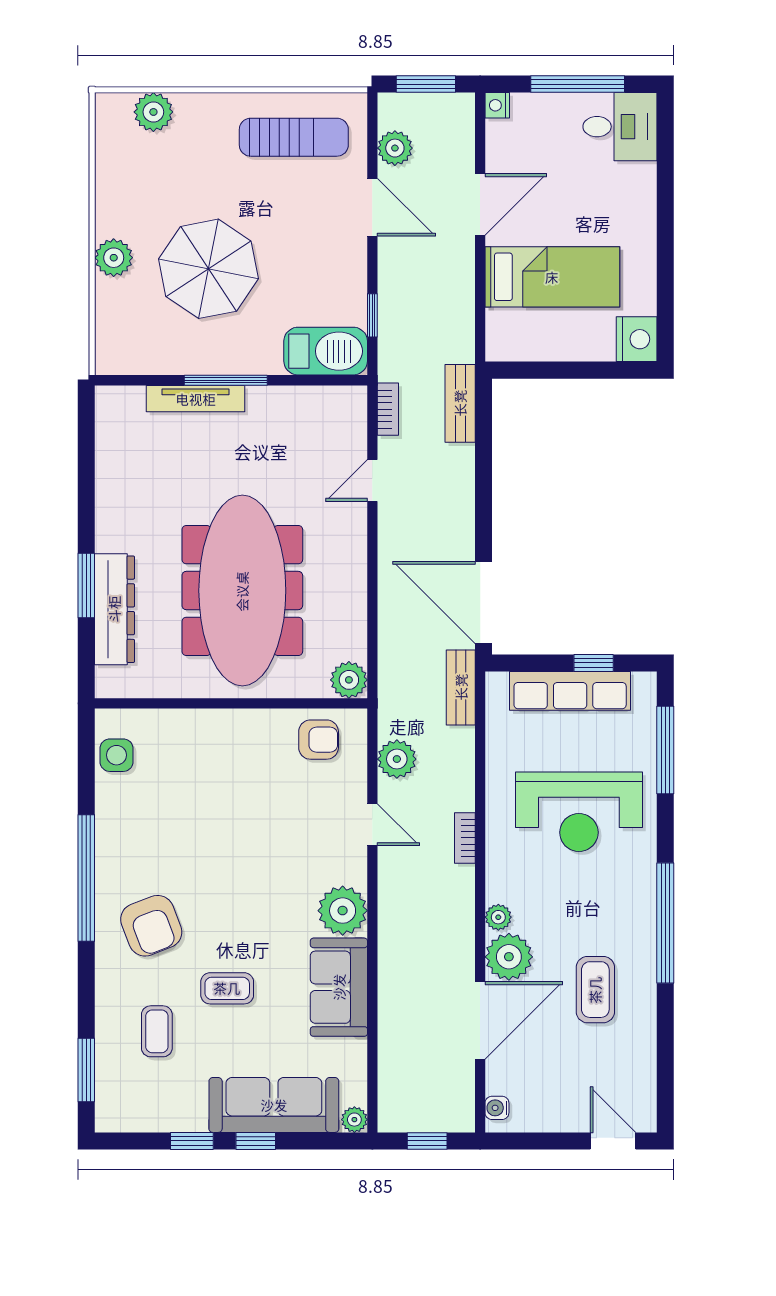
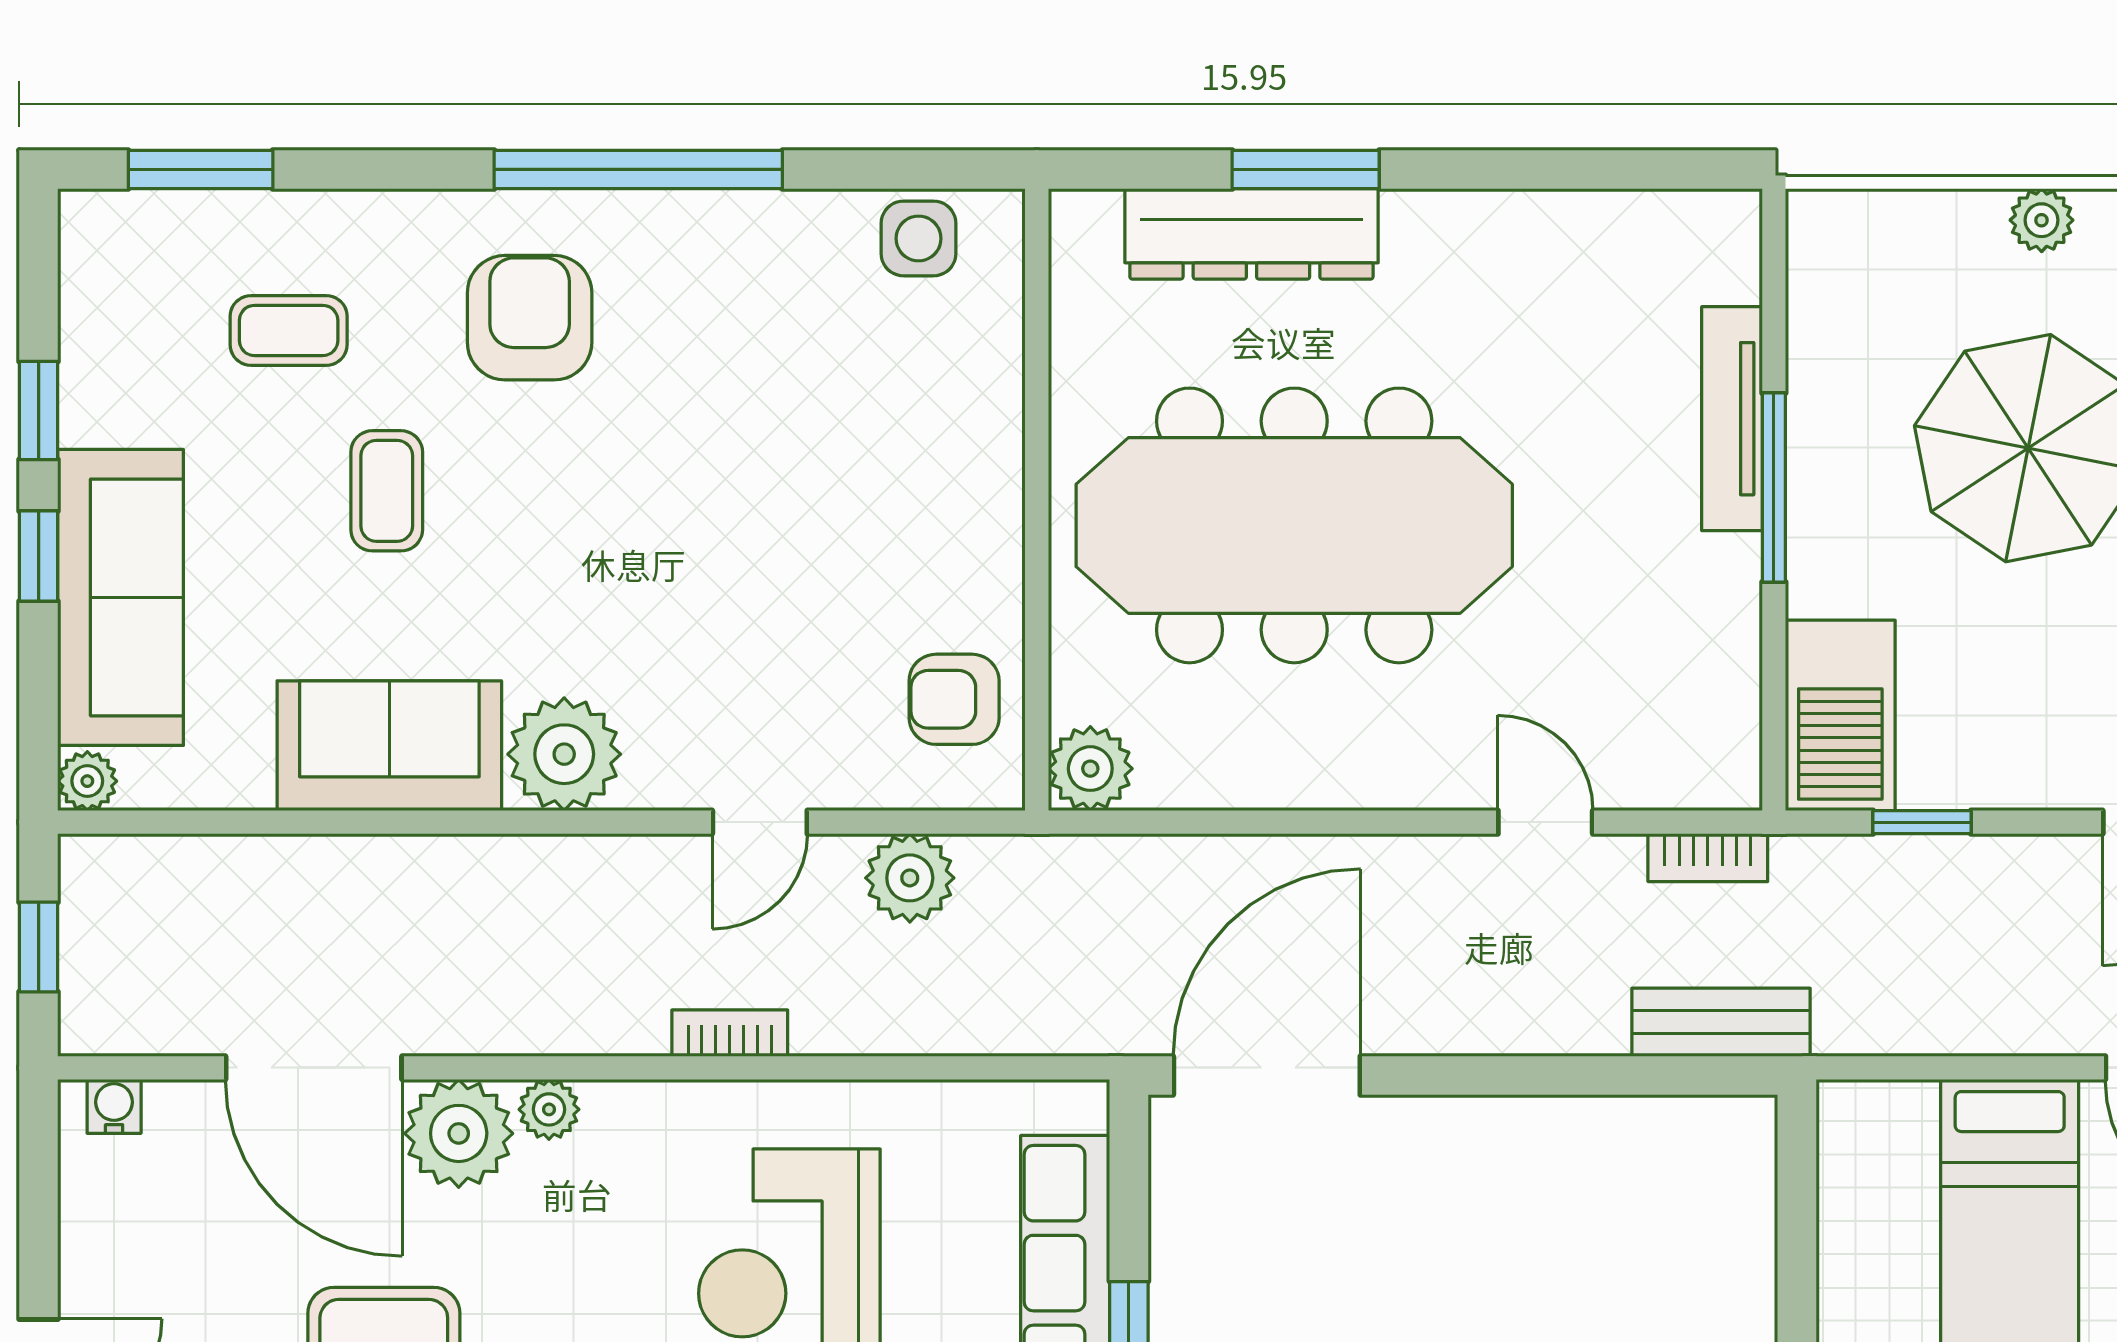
plant: (114, 258) -> (2042, 220), width x0.73, depth x0.73
bench: (461, 687) -> (1073, 1024), removed
armchair: (319, 740) -> (954, 699), turned 90
armchair: (151, 926) -> (530, 318), turned 111

